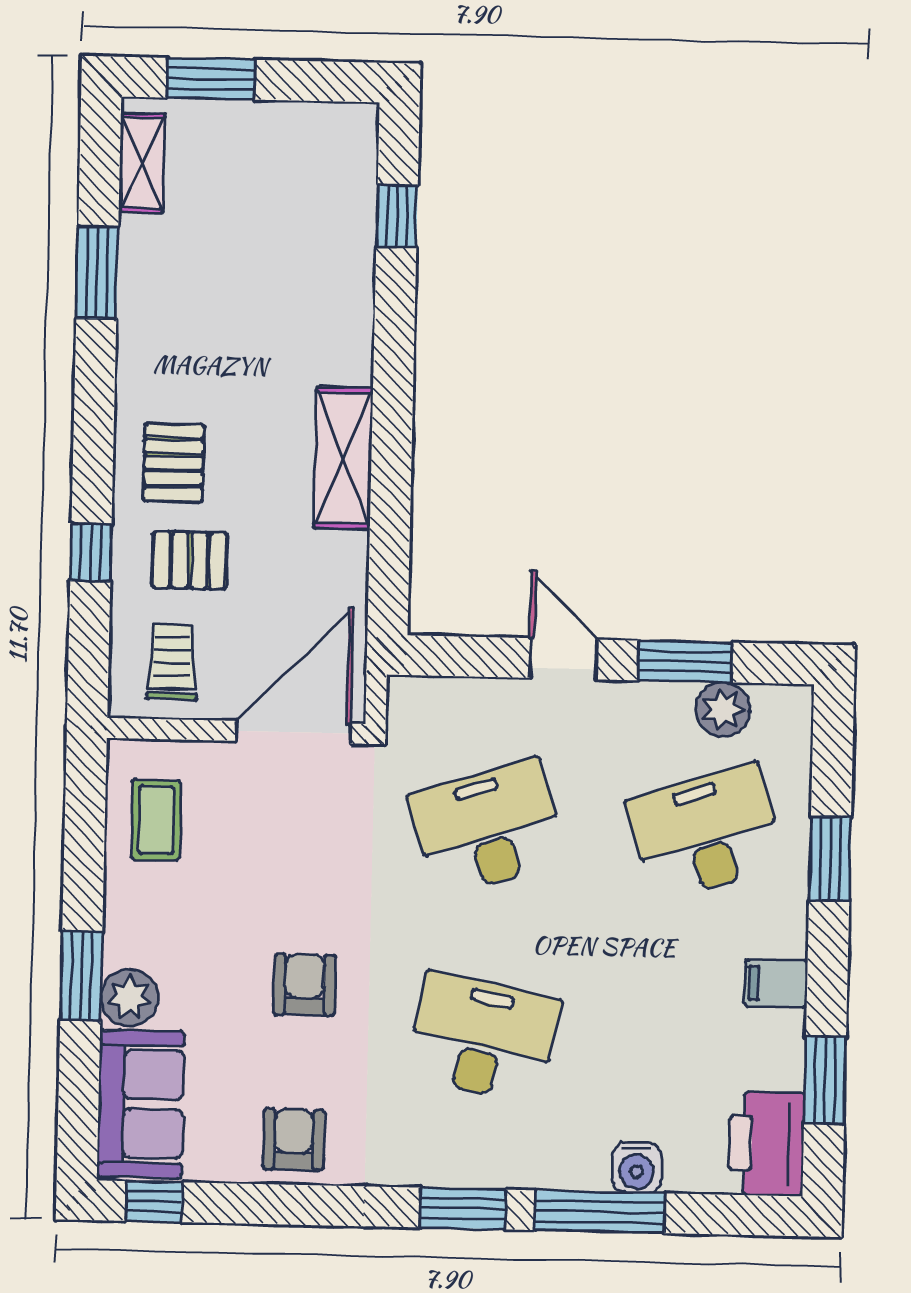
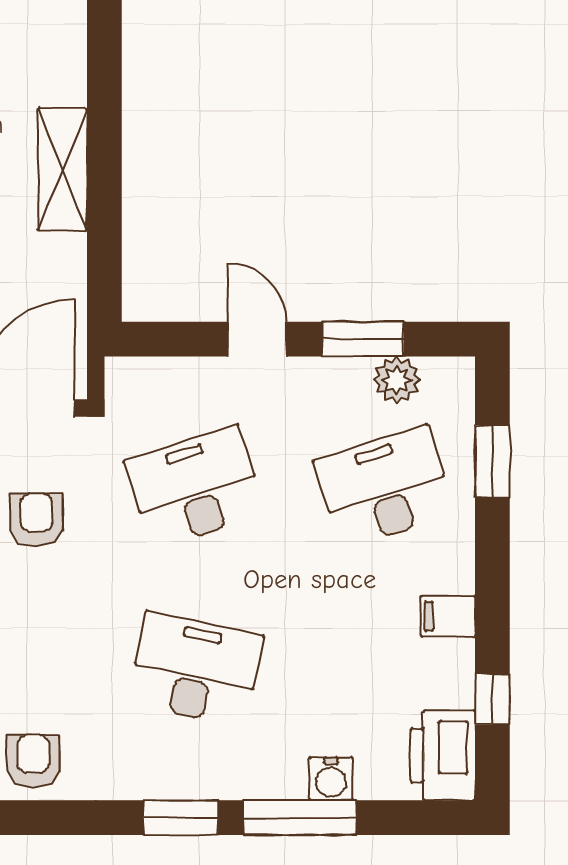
window: (830, 859) -> (492, 462), moved
armchair: (305, 985) -> (36, 520), moved
window: (825, 1080) -> (492, 699), width x0.67

